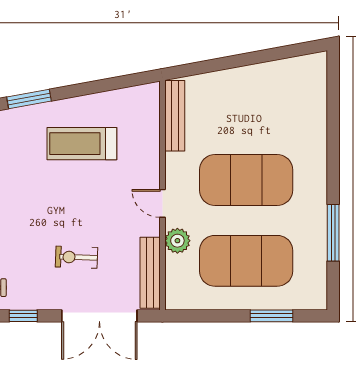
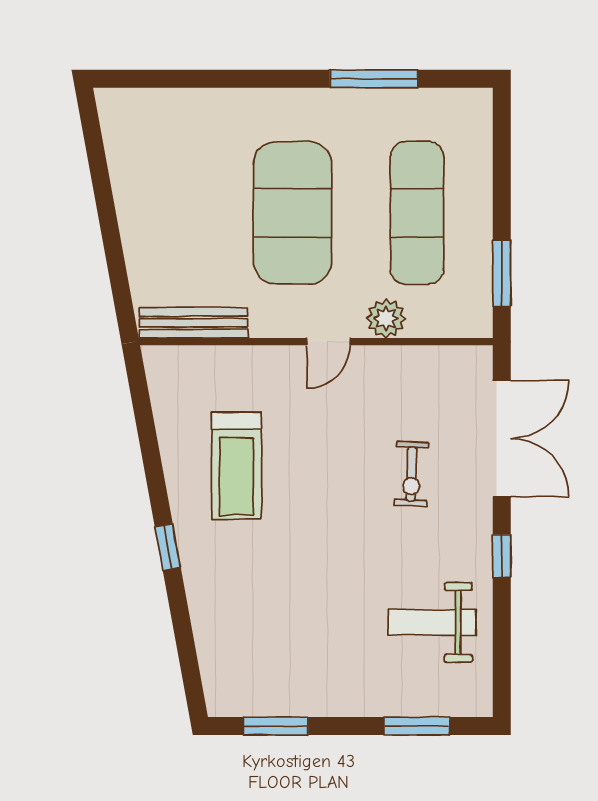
window: (29, 99) -> (168, 547), width x0.67
exercise mat: (246, 261) -> (417, 213), width x0.68
bench: (150, 273) -> (435, 361), removed
window: (272, 316) -> (502, 273), moved

